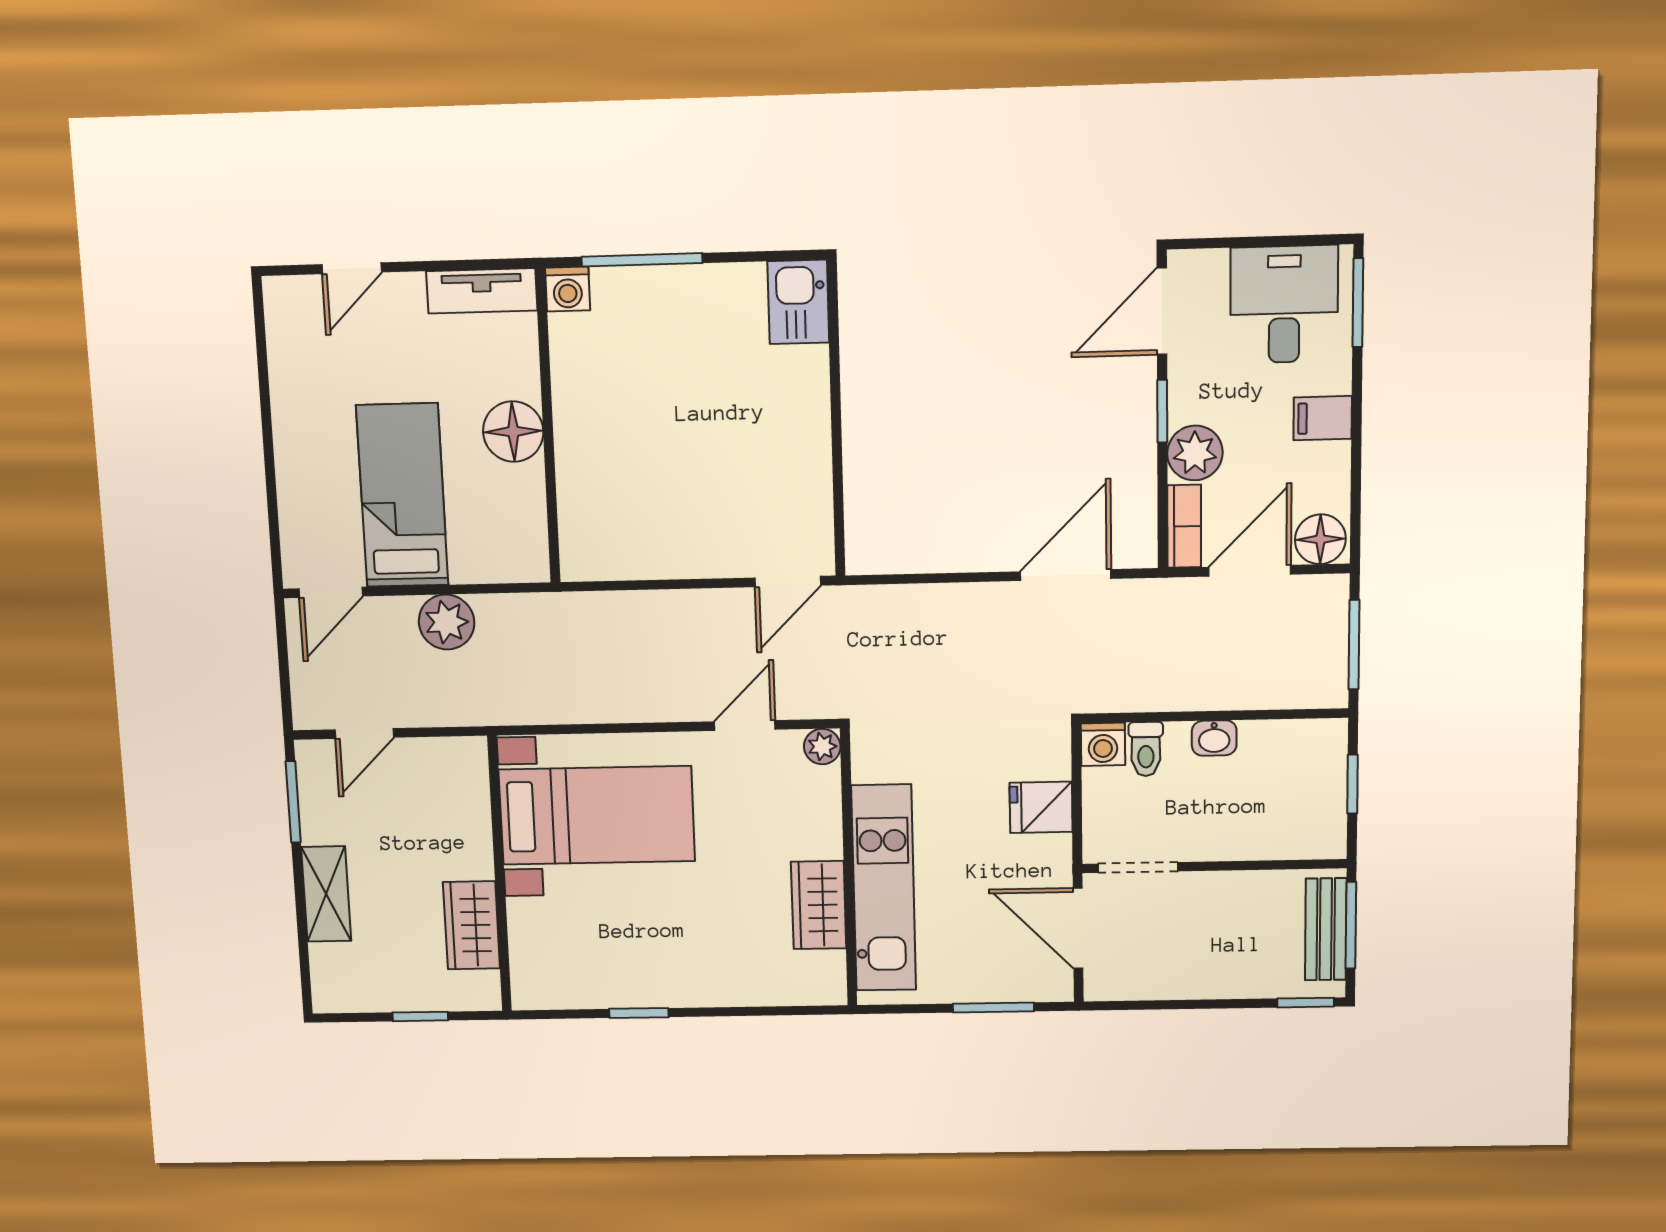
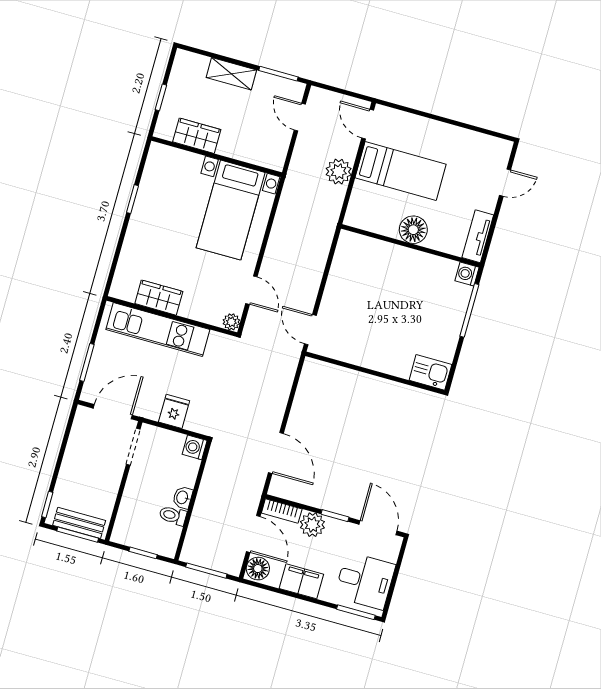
door: (352, 268) -> (505, 183), swing flipped
filing cabinet: (1323, 418) -> (301, 581), width x2.00
toilet: (1146, 749) -> (173, 516), moved

